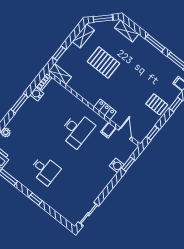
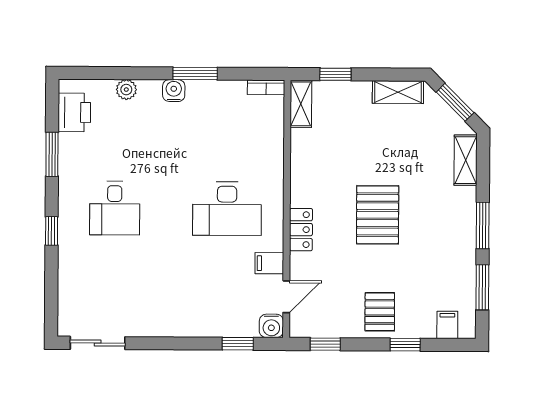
pallet: (103, 63) -> (378, 215), moved
water cooler: (37, 94) -> (174, 91), moved
water cooler: (117, 165) -> (271, 326), moved

